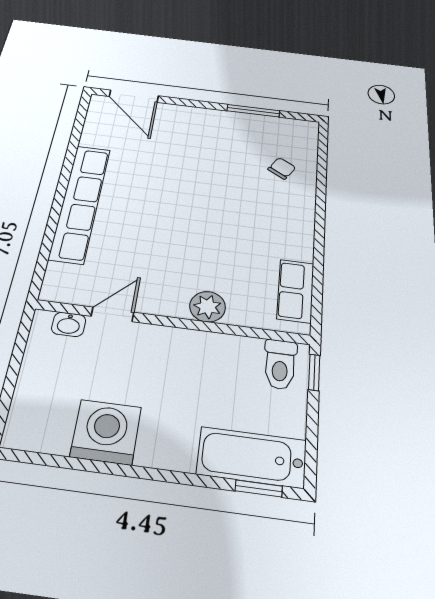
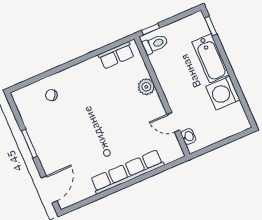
window: (253, 111) -> (29, 144), moved
bathtub: (252, 457) -> (211, 58), moved

